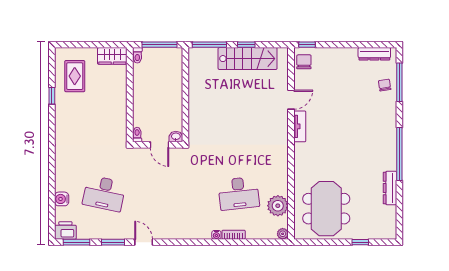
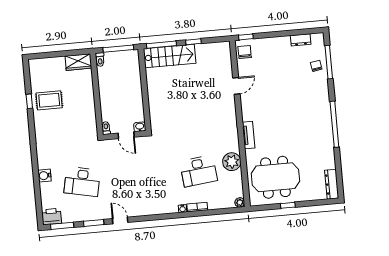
dresser: (374, 54) -> (301, 40), width x0.70
stairs: (248, 59) -> (170, 56), moved
rug: (75, 76) -> (49, 100), moved, turned 90
tv unit: (300, 126) -> (248, 135), moved
dresser: (390, 188) -> (332, 184), moved
water cooler: (62, 199) -> (45, 176), moved
plant: (278, 206) -> (232, 162), moved
meeting table: (326, 209) -> (275, 177), turned 90
window: (360, 242) -> (288, 205), moved

